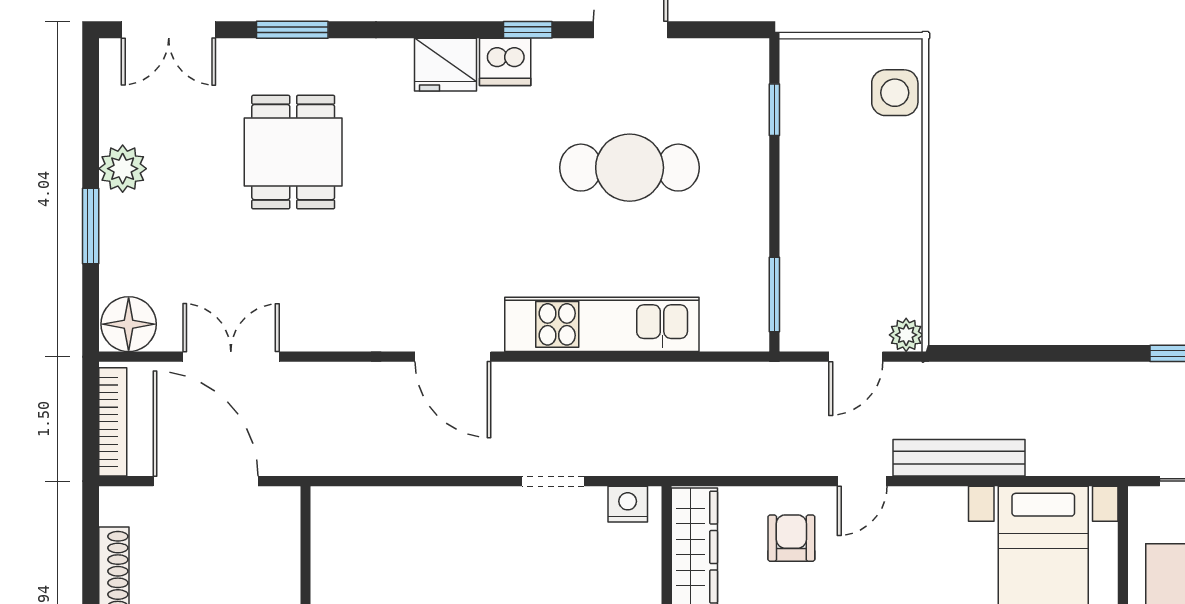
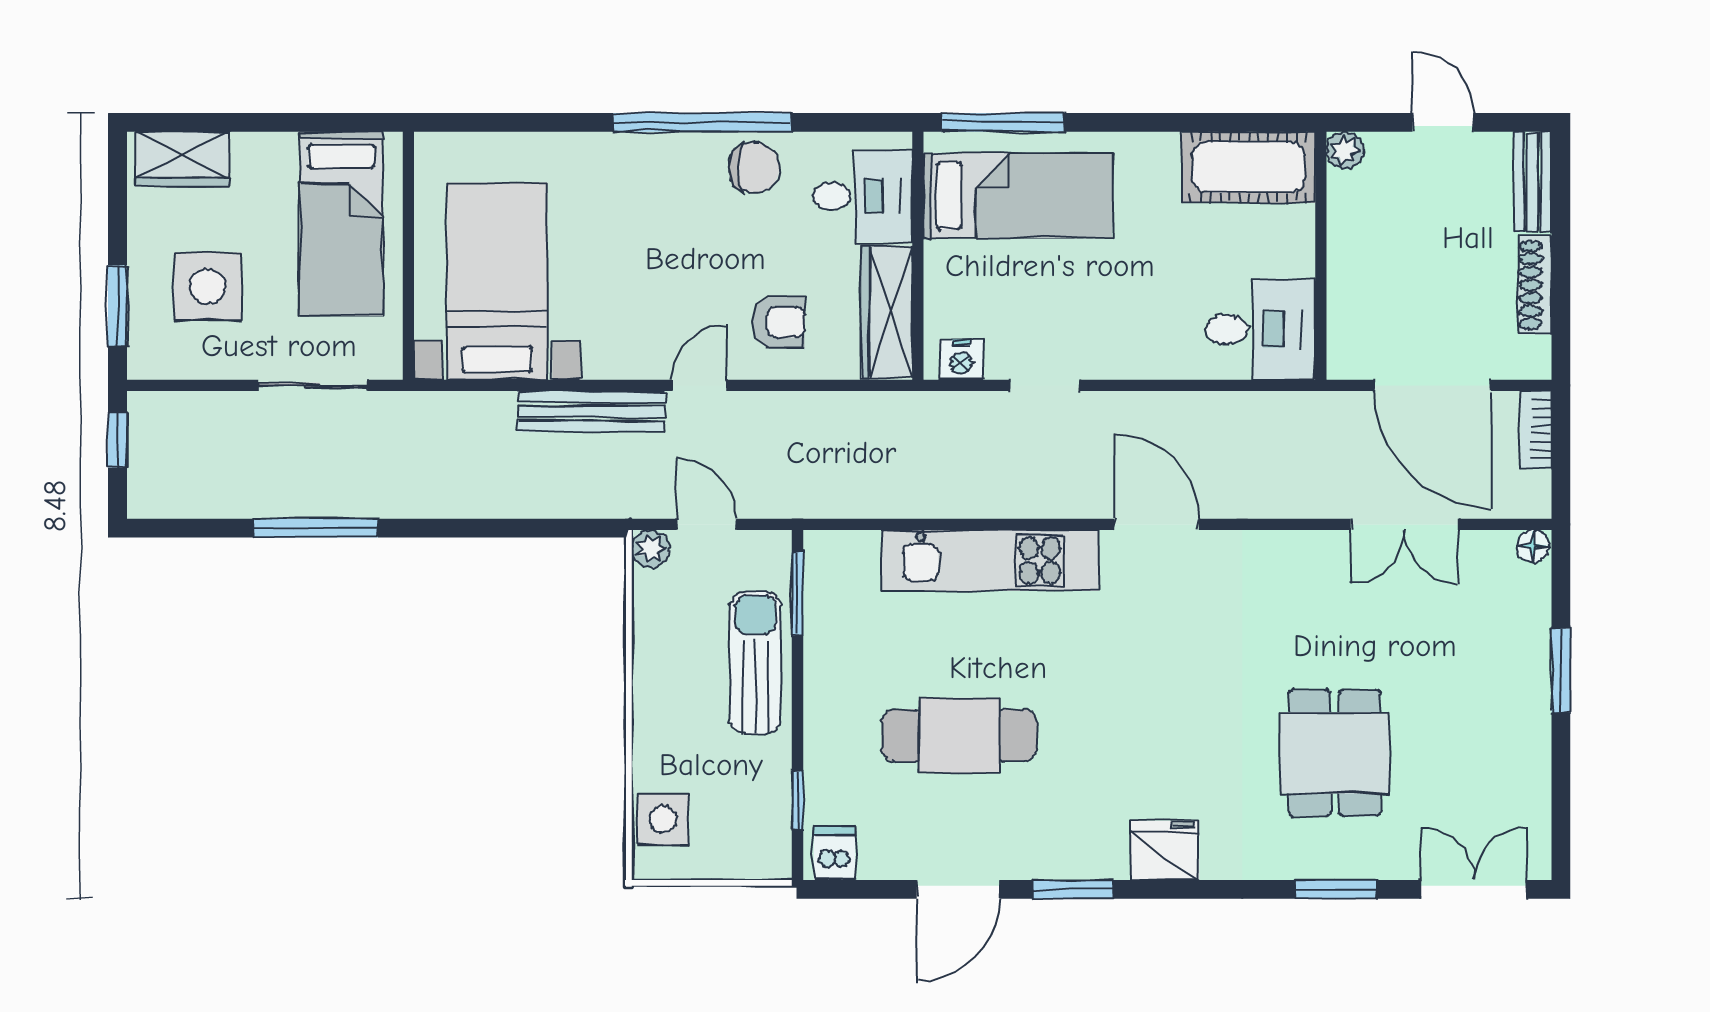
window: (528, 30) -> (1073, 889), width x1.50
dishwasher: (505, 62) -> (834, 853), moved, width x0.73
plant: (123, 169) -> (1525, 734), removed
sun lounger: (812, 233) -> (755, 663), added
floor lamp: (129, 324) -> (1533, 546), width x0.53, depth x0.53
door: (856, 357) -> (707, 524), hinge flipped
bookcase: (113, 422) -> (1536, 430), width x0.64
desk: (359, 531) -> (1261, 329), added
armchair: (791, 538) -> (779, 322), turned -90

